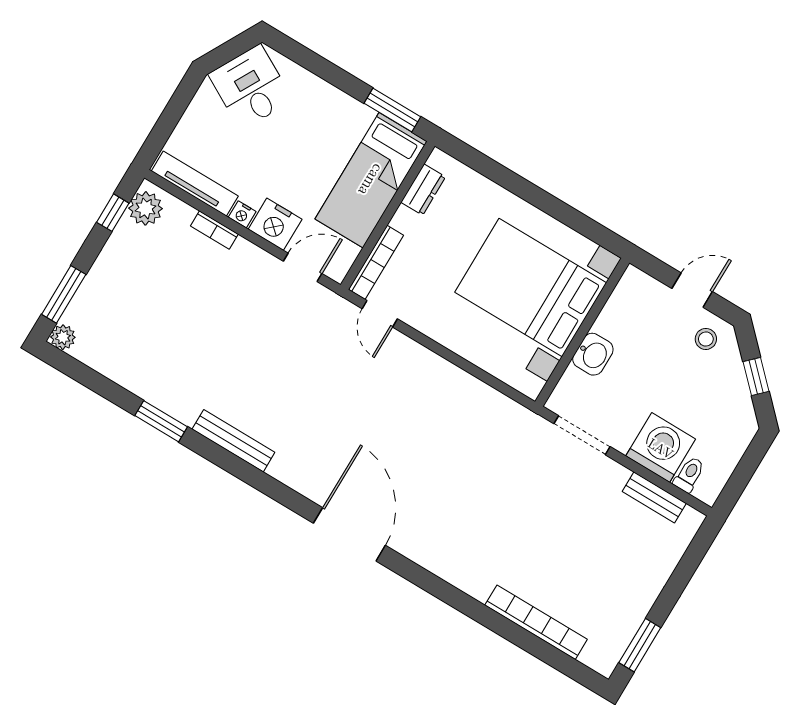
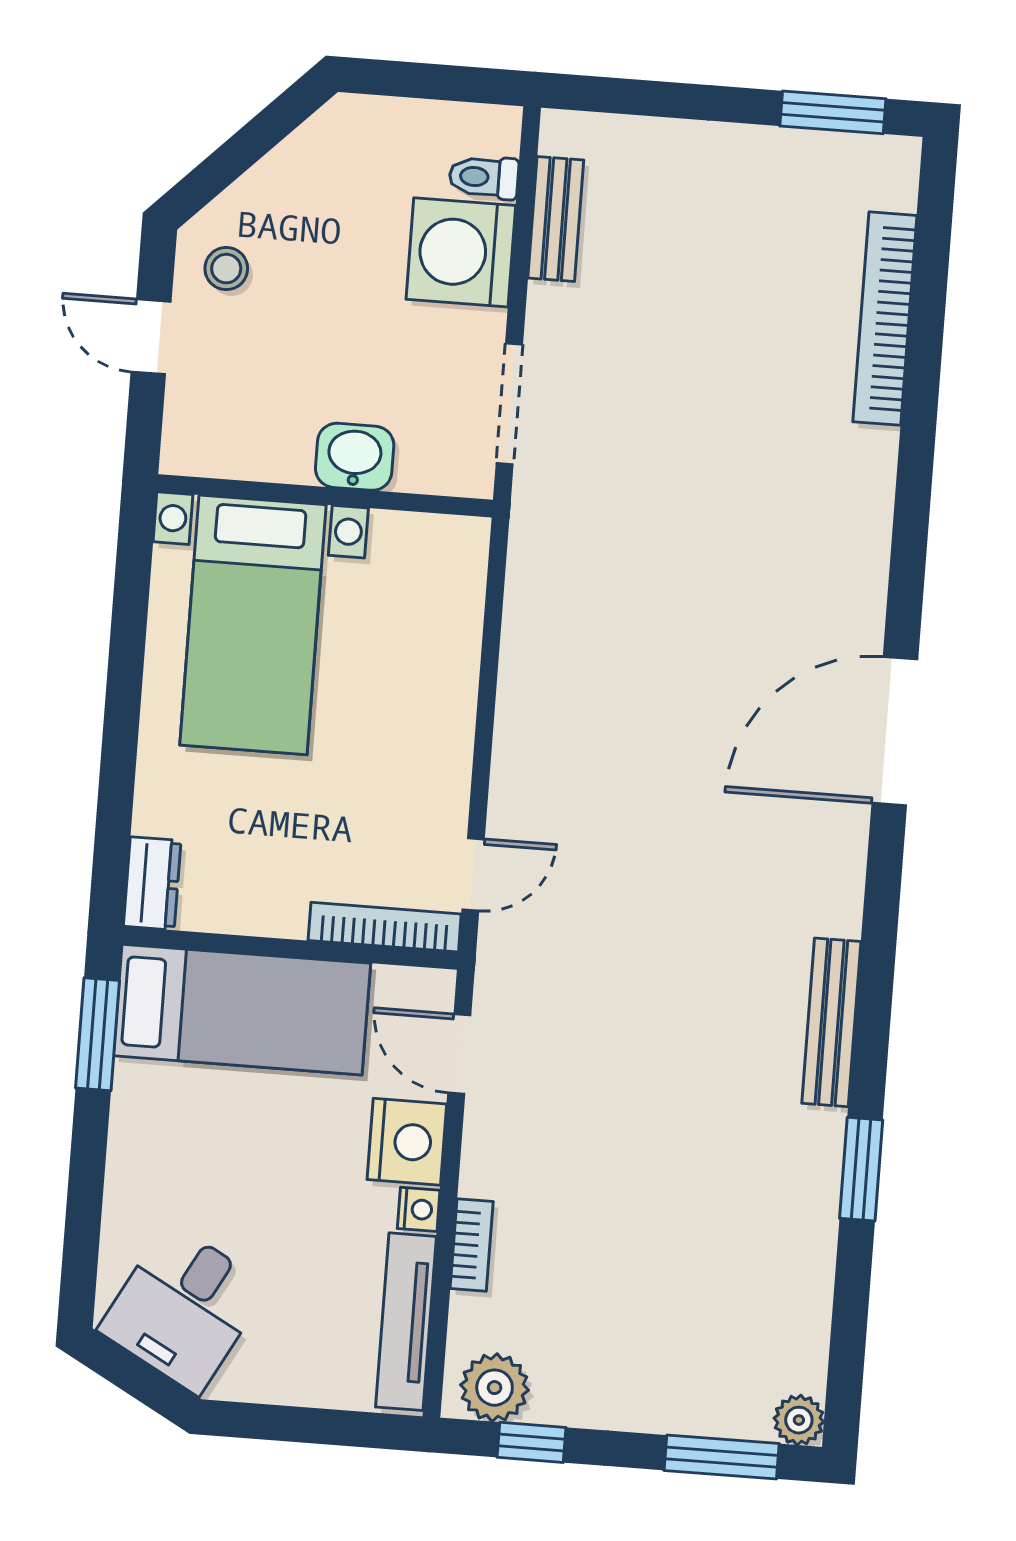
dresser: (423, 190) -> (152, 883), moved, turned 90
bed with nightstands: (531, 288) -> (253, 625), width x0.73
window: (756, 377) -> (248, 145), removed

